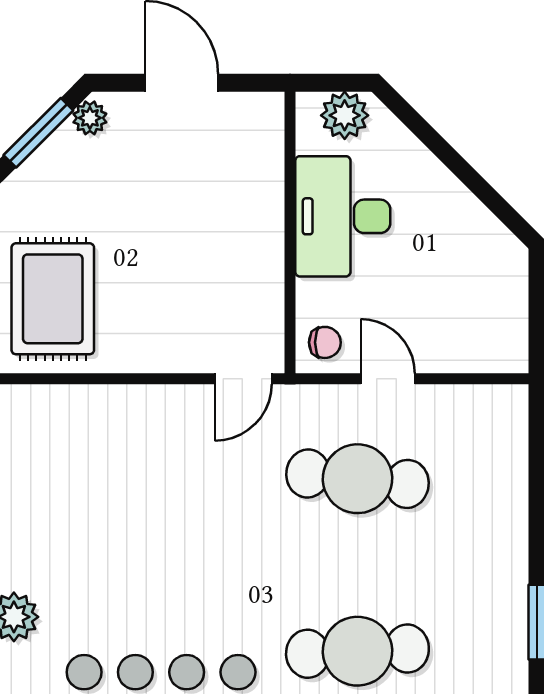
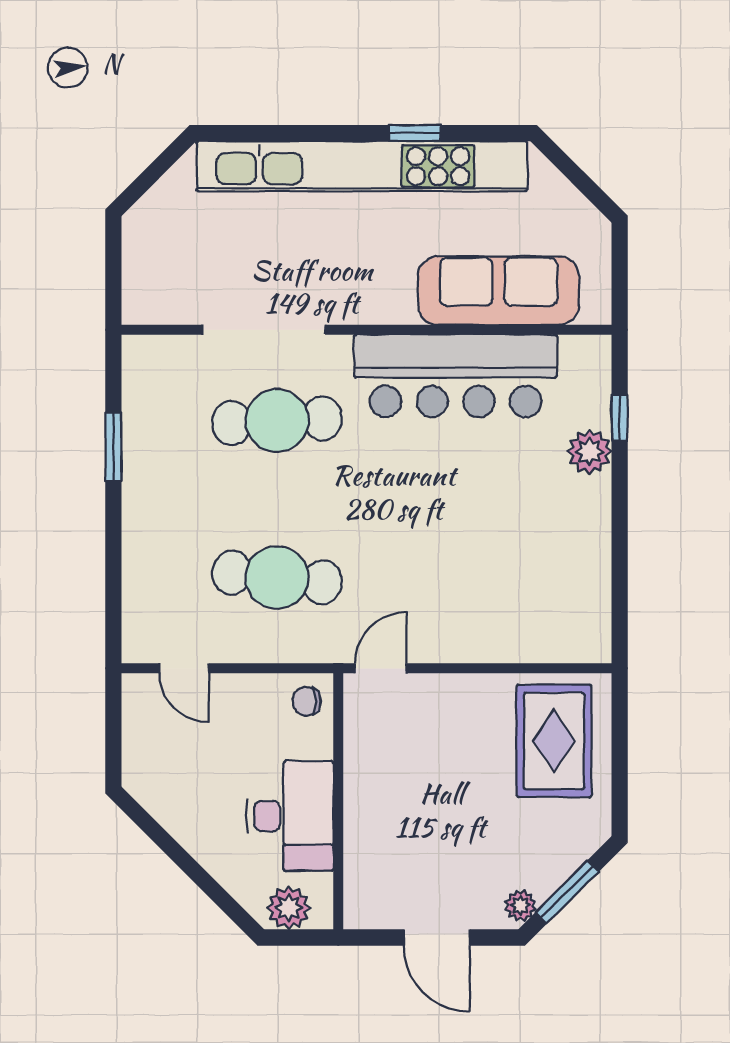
door: (388, 379) -> (184, 668), moved

